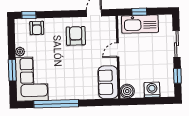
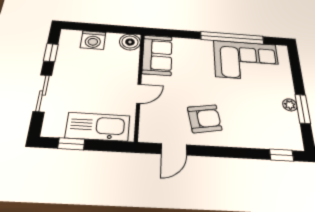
window: (139, 12) -> (71, 144), moved
armchair: (37, 28) -> (267, 135), removed
armchair: (76, 36) -> (205, 119), turned -100
window: (12, 70) -> (303, 109), moved
corner sofa: (32, 79) -> (246, 60), moved, turned -90

